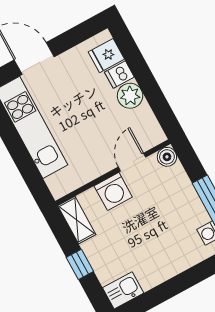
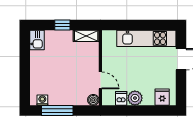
dishwasher: (119, 75) -> (121, 98), moved
washing machine: (113, 191) -> (91, 63), removed

